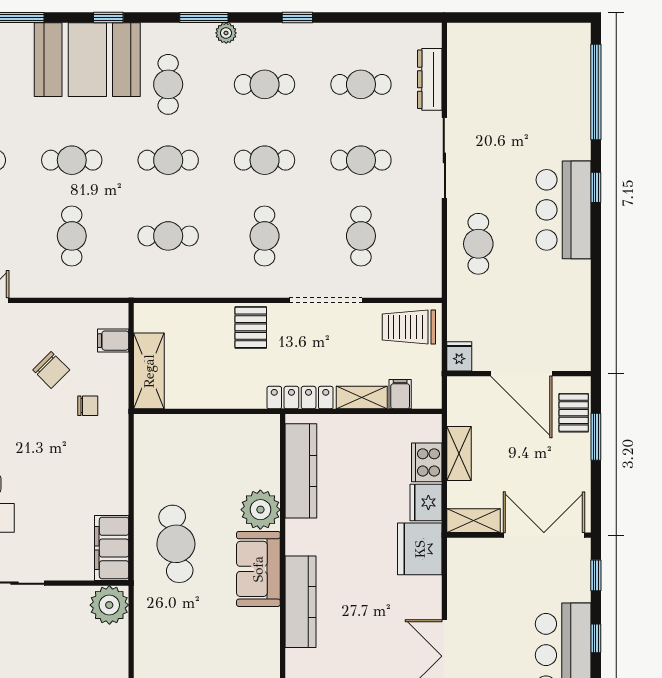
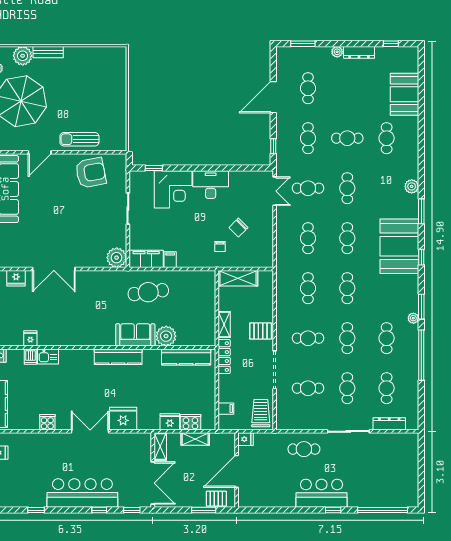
window: (297, 17) -> (421, 355), width x3.17
cafe table: (168, 84) -> (387, 288), removed
cafe table: (72, 236) -> (308, 238), turned 90
filing cabinet: (113, 341) -> (170, 260), moved
shelving: (362, 398) -> (224, 325), moved
fridge: (420, 549) -> (123, 419), moved

